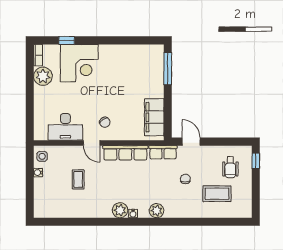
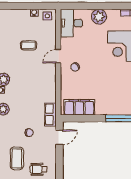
plant: (43, 76) -> (99, 17), moved
desk: (65, 127) -> (71, 23), moved
row of seats: (125, 153) -> (50, 84), removed

